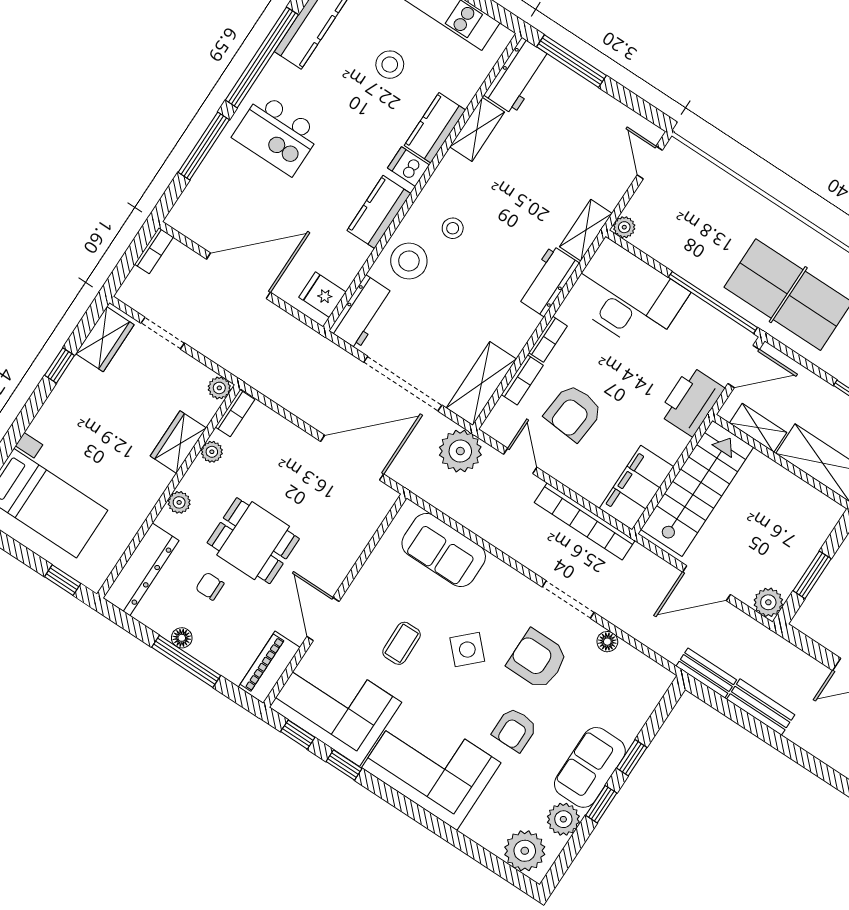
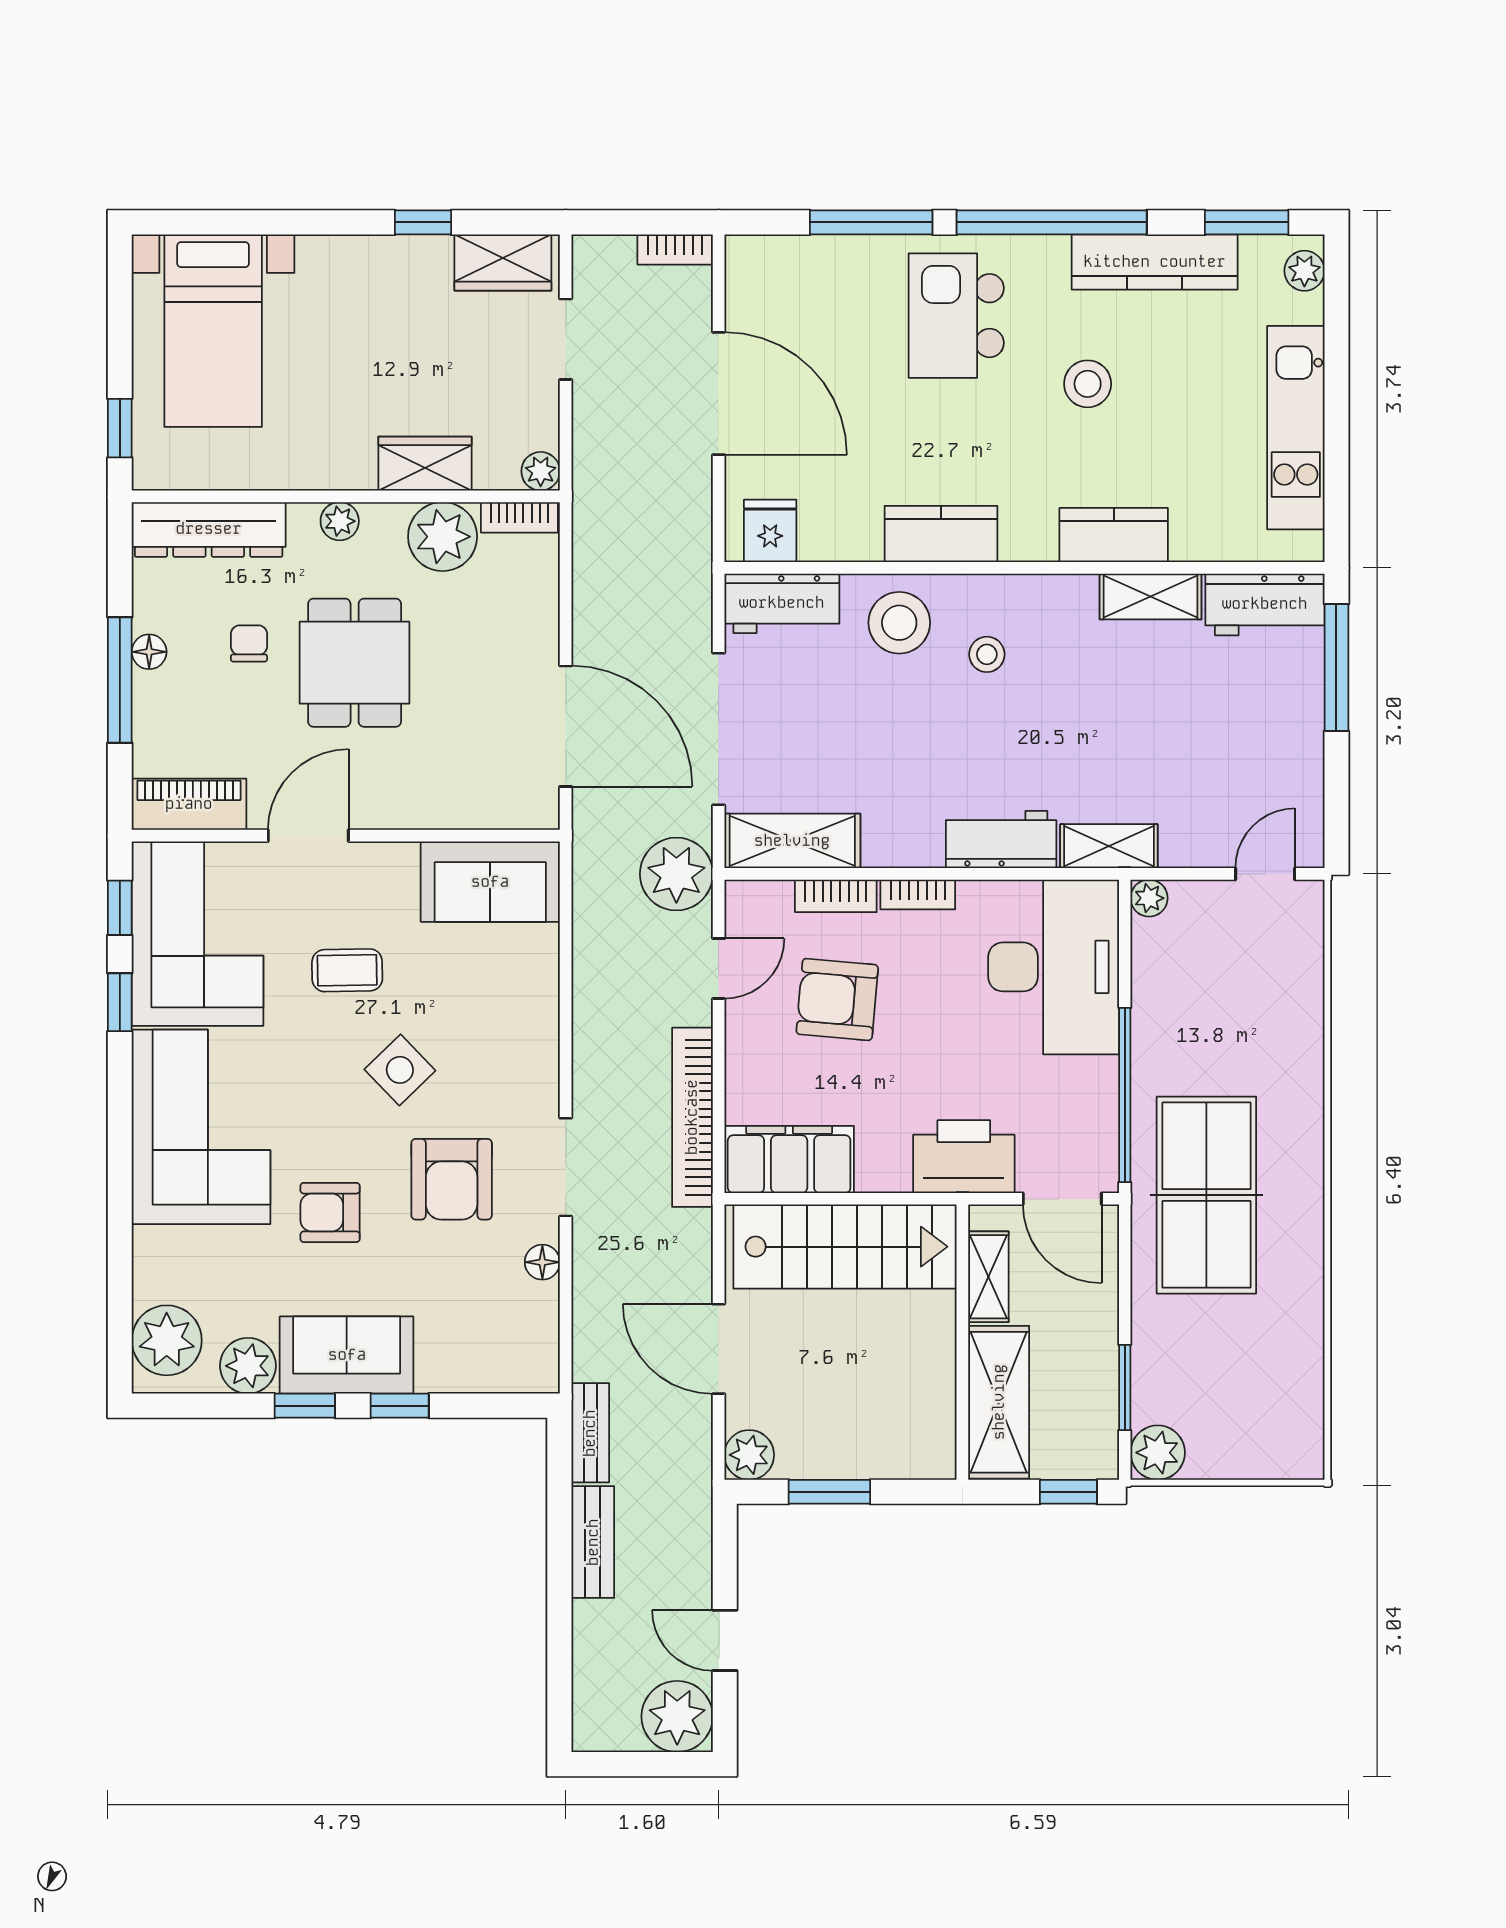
stool: (390, 65) -> (1088, 384), moved
dishwasher: (409, 167) -> (1033, 534), removed
plant: (212, 452) -> (443, 537), width x1.88, depth x1.88
sofa: (444, 550) -> (490, 882), moved, turned -90
armchair: (538, 659) -> (452, 1179), turned 180

